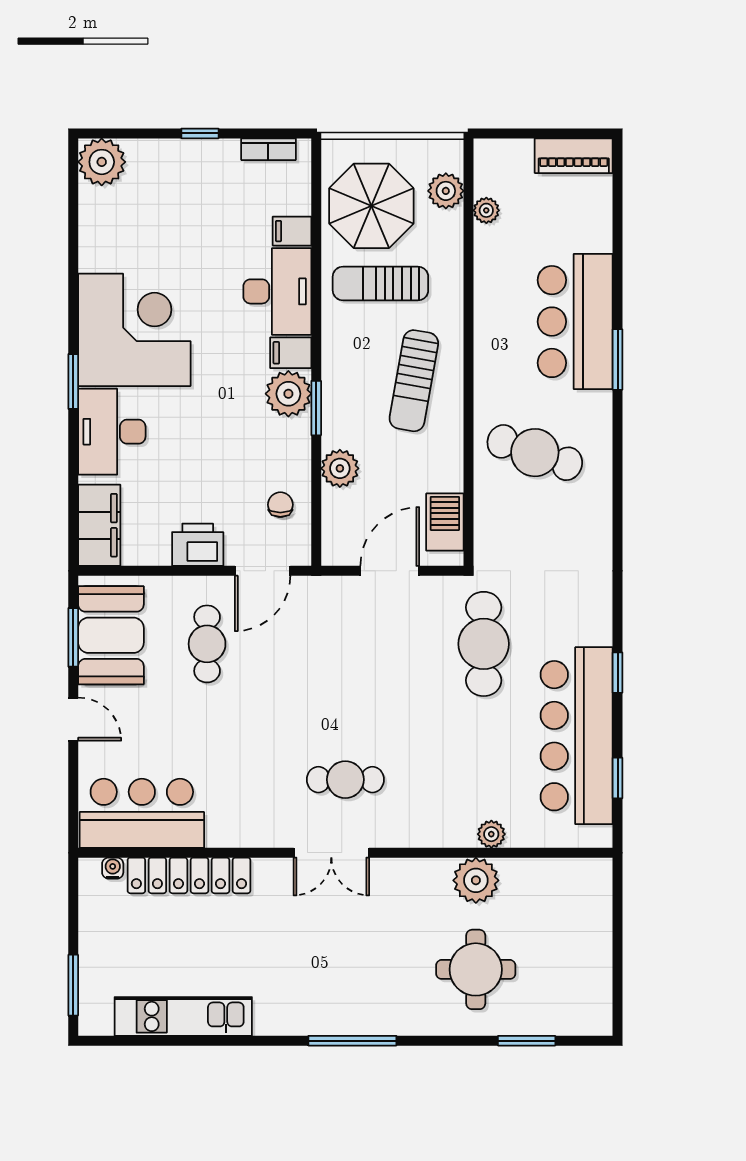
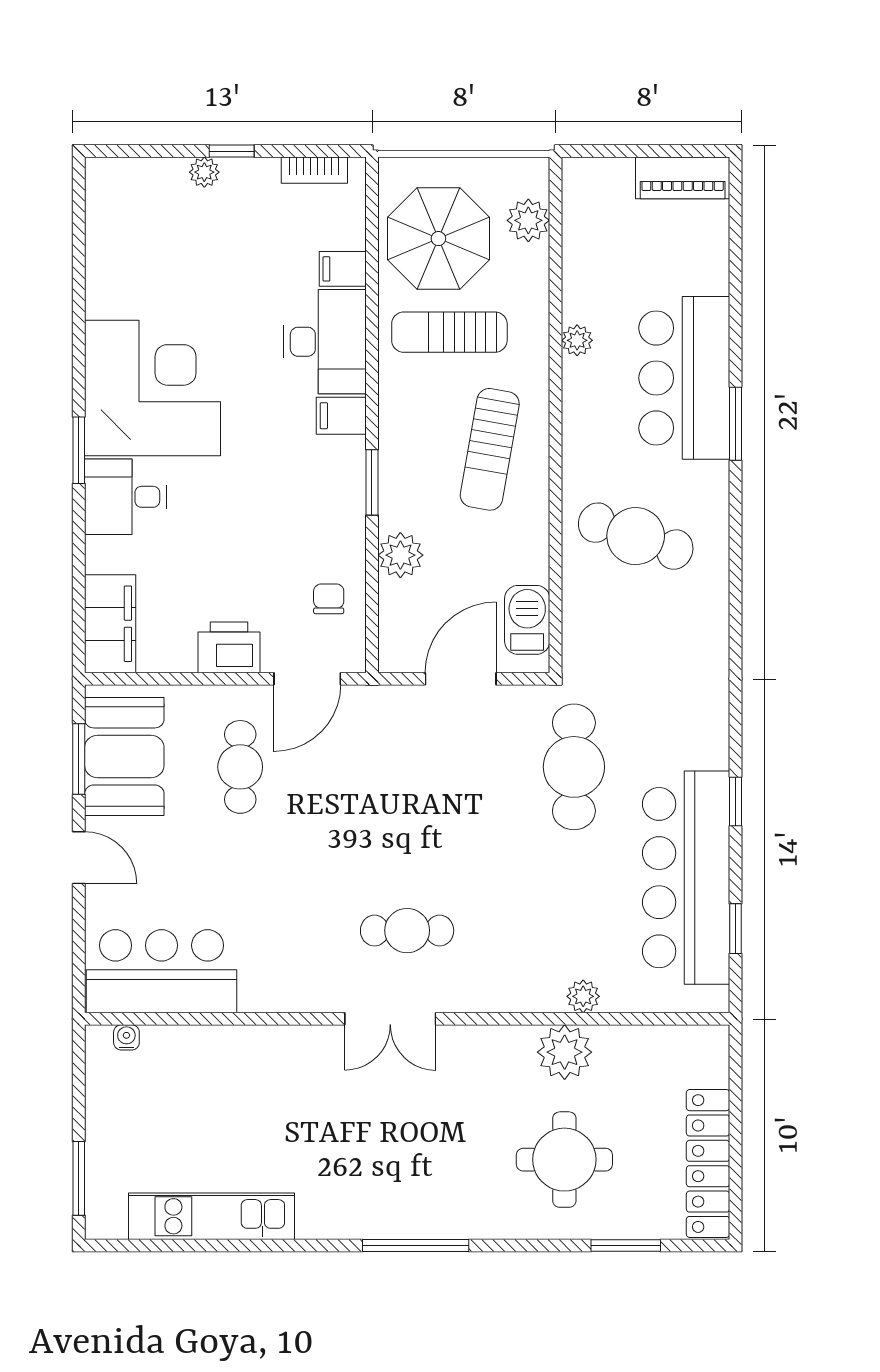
plant: (102, 162) -> (204, 172), moved, width x0.53, depth x0.53
plant: (486, 210) -> (577, 340), moved
plant: (288, 394) -> (338, 465), removed
desk: (112, 432) -> (125, 497), width x0.73
locker: (189, 875) -> (708, 1164), moved, turned 90

